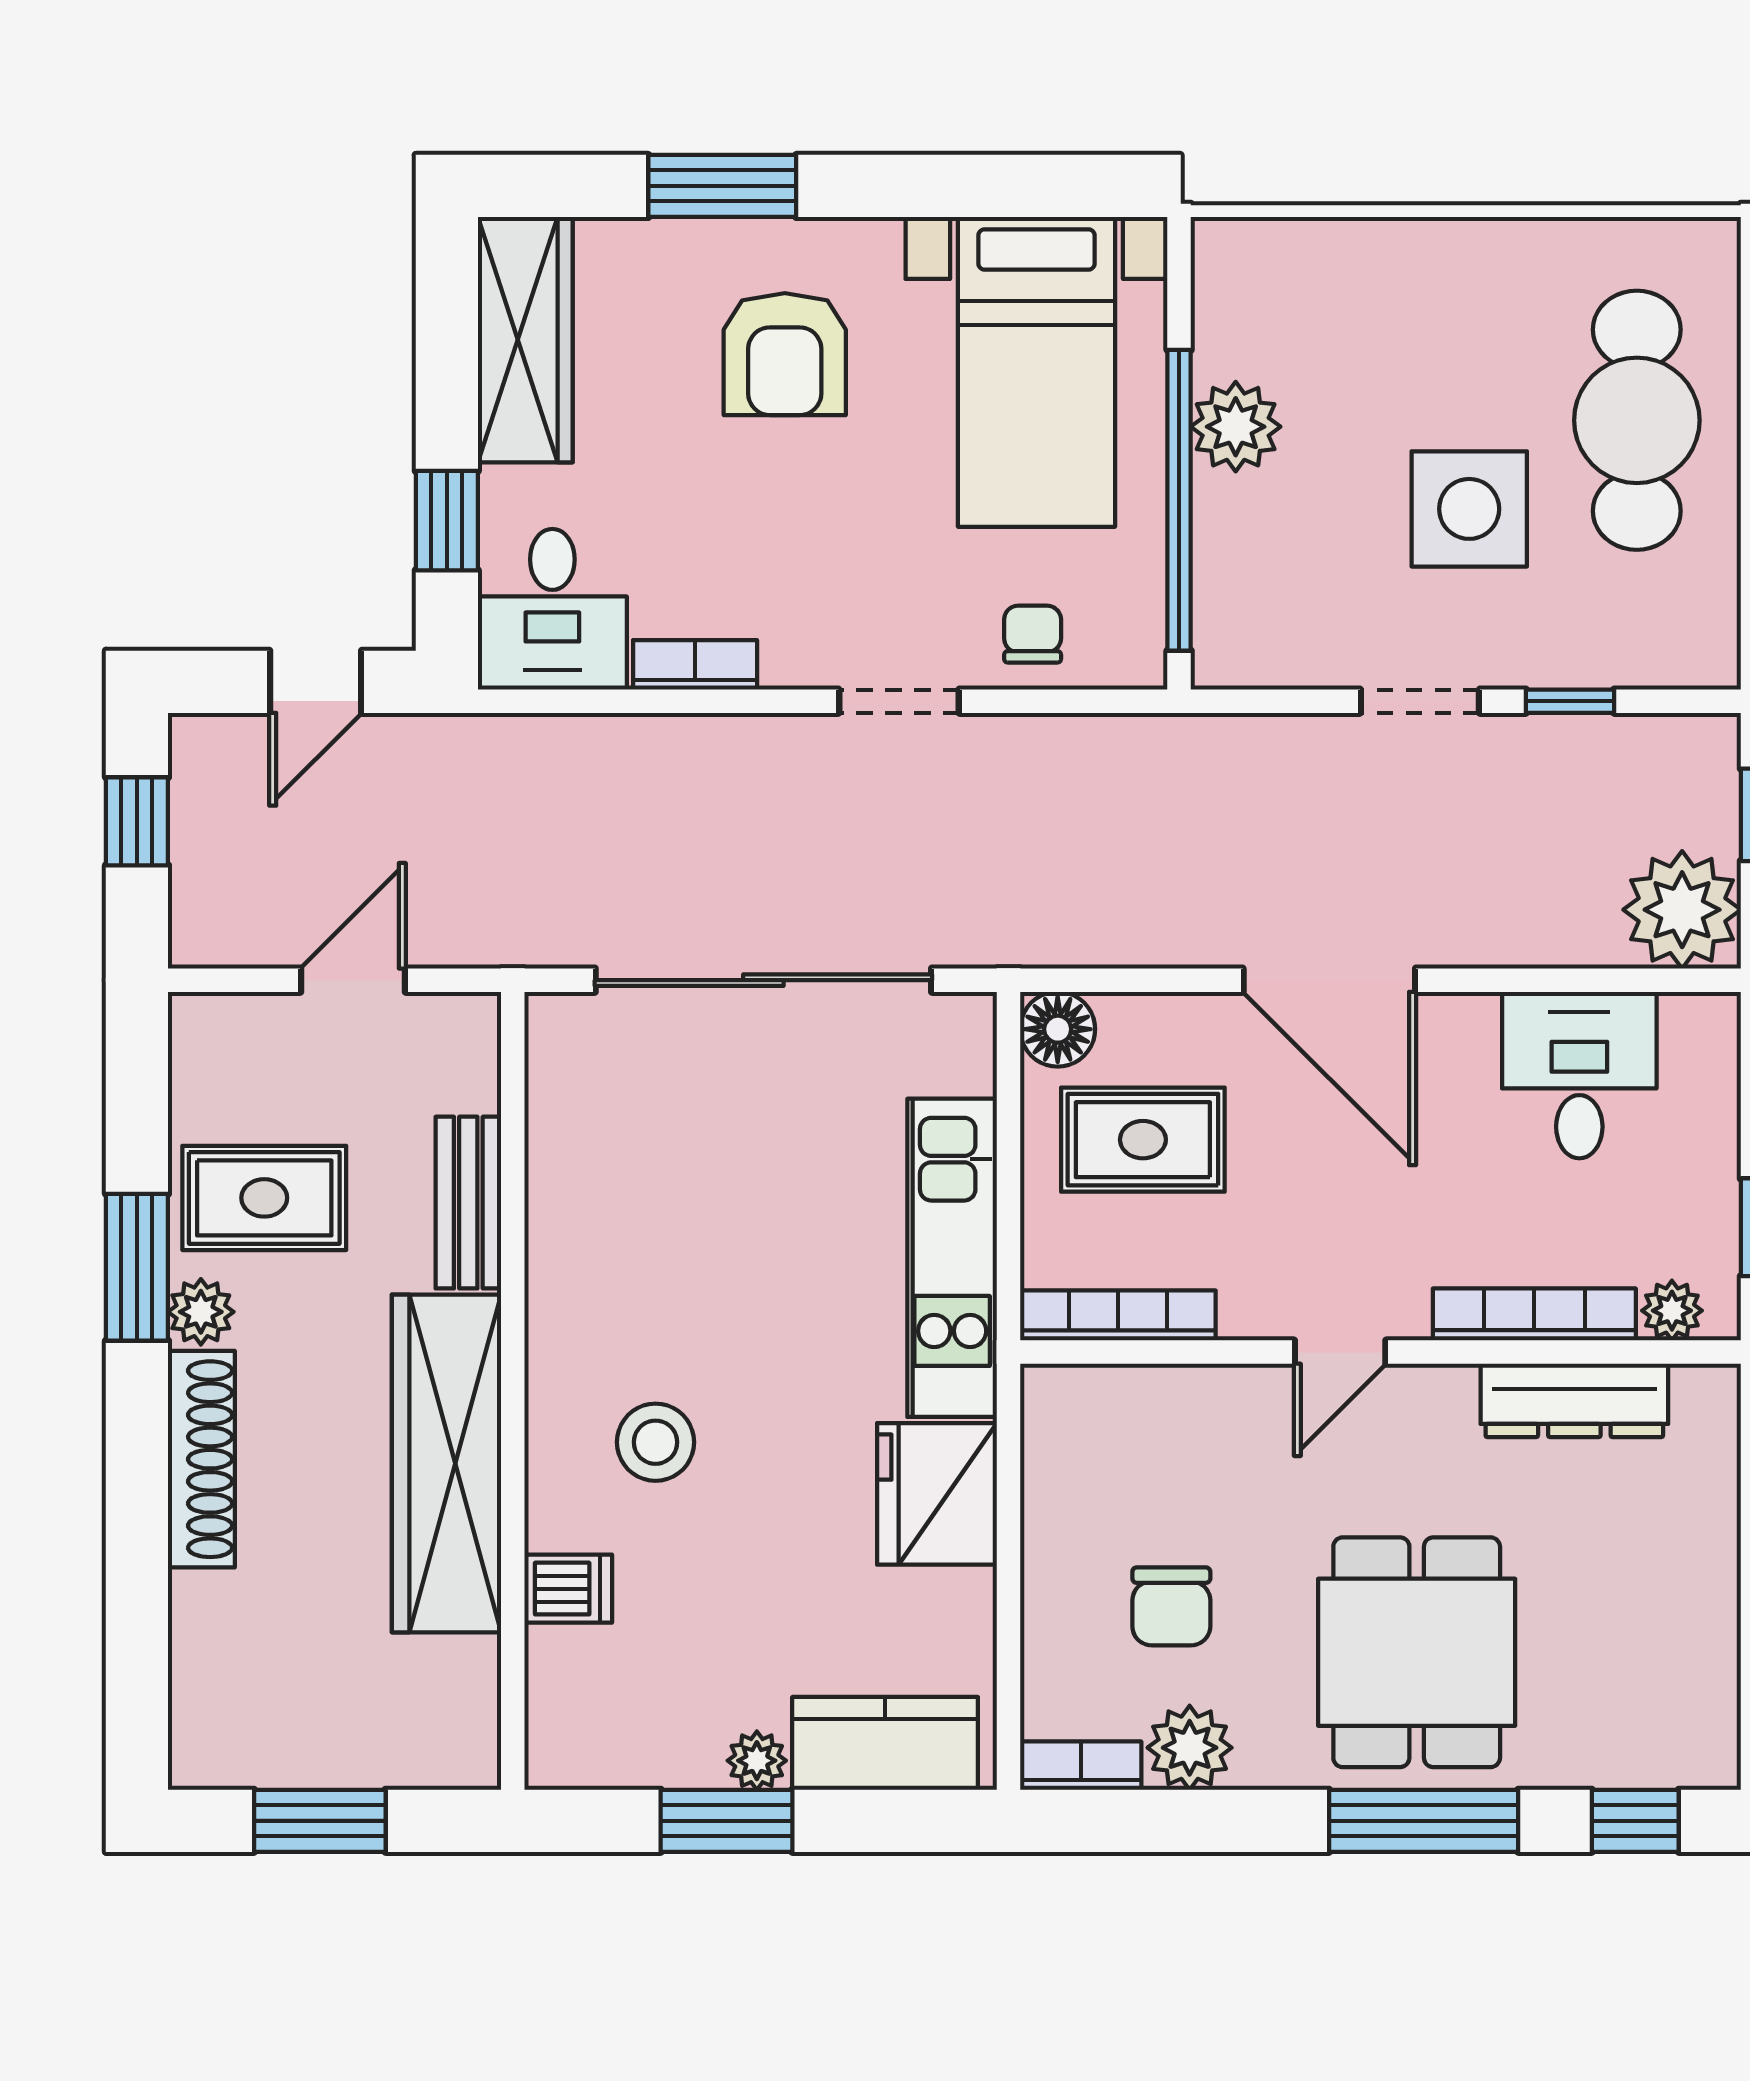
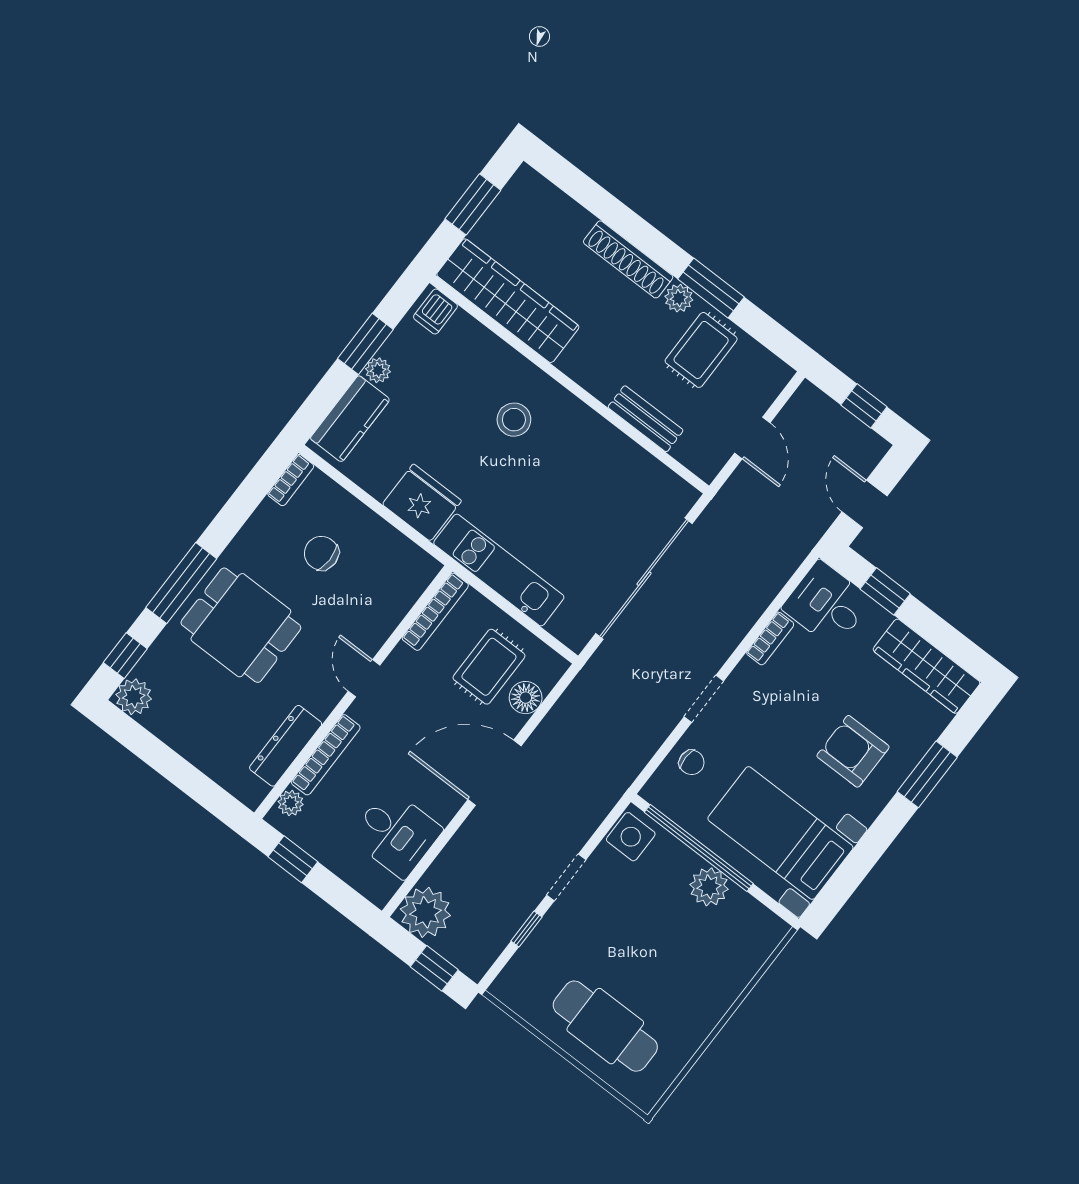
side table: (1469, 509) -> (631, 837), moved, width x0.73, depth x0.73
floor lamp: (1058, 1029) -> (526, 698), moved
wardrobe: (446, 1463) -> (508, 301), moved
dishwasher: (568, 1589) -> (435, 312), moved
plant: (1190, 1748) -> (134, 697), moved

